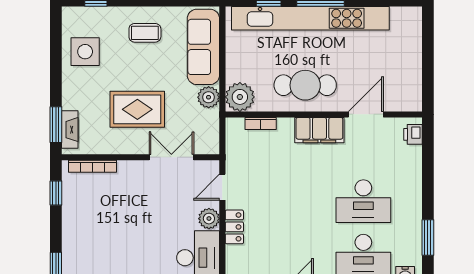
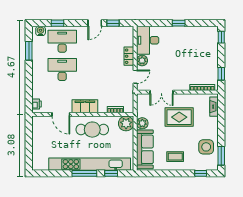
door: (366, 114) -> (61, 114), hinge flipped
window: (56, 125) -> (221, 156), moved

